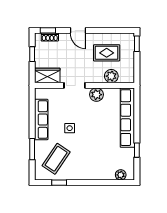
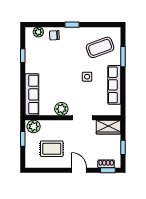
window: (137, 44) -> (23, 139), moved
plant: (111, 76) -> (34, 126), moved
row of seats: (127, 118) -> (32, 94), width x0.73
coffee table: (56, 159) -> (100, 47), turned 36
chair: (104, 171) -> (54, 35), added
window: (59, 183) -> (72, 25), moved

